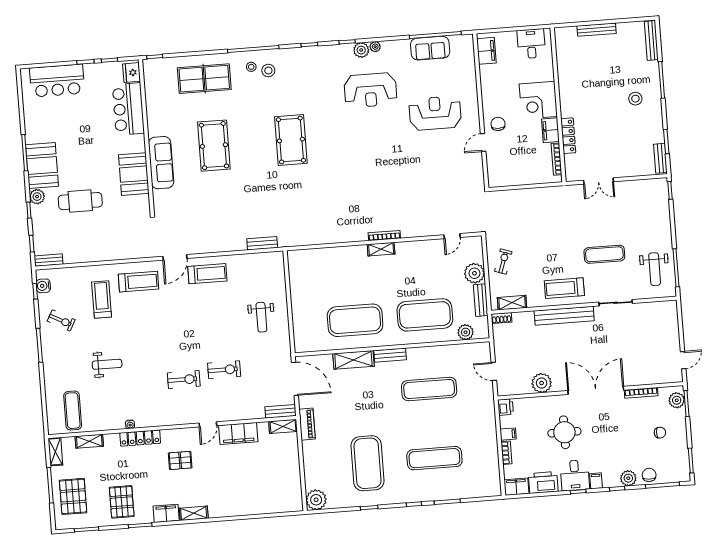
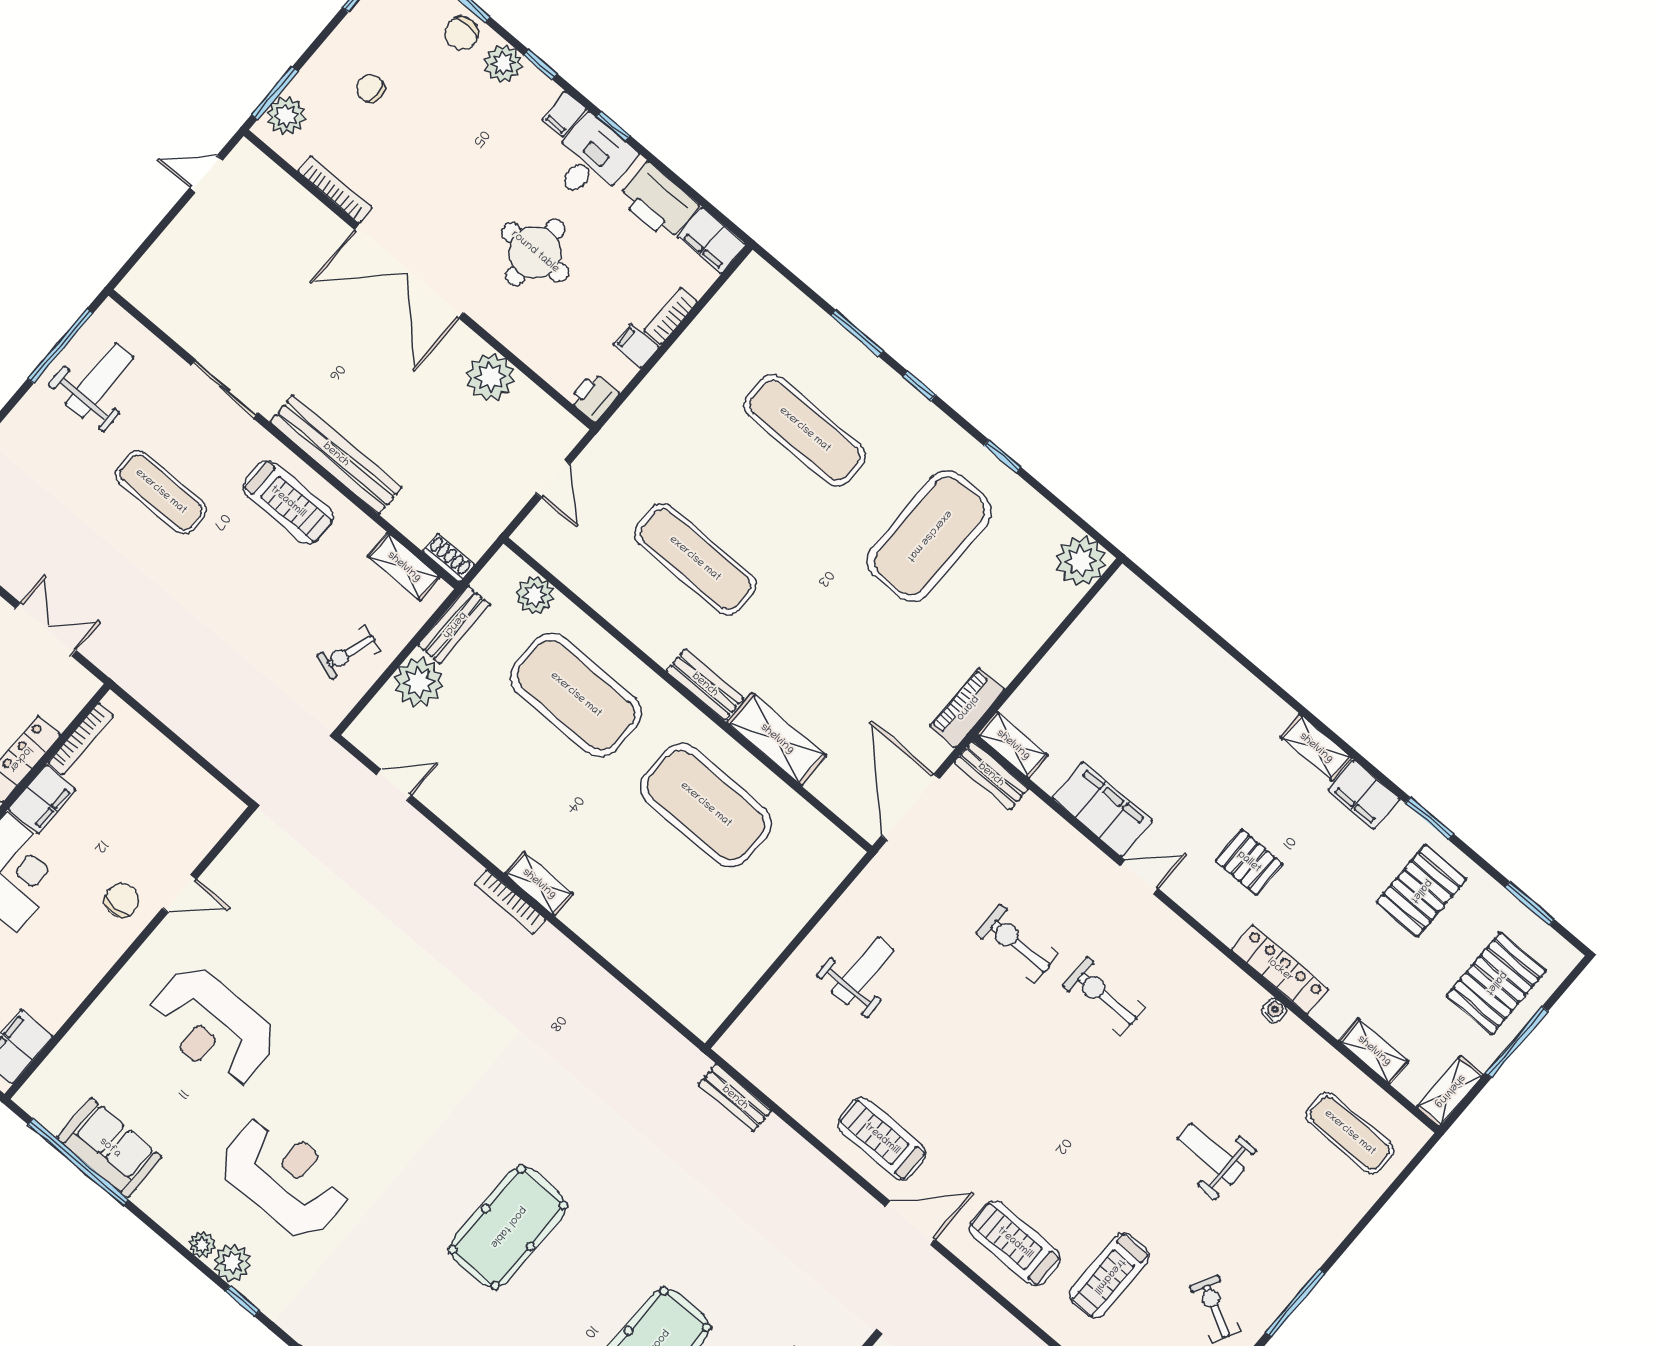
chair: (498, 124) -> (122, 900), turned 180
exercise mat: (73, 411) -> (1350, 1133), turned 90

